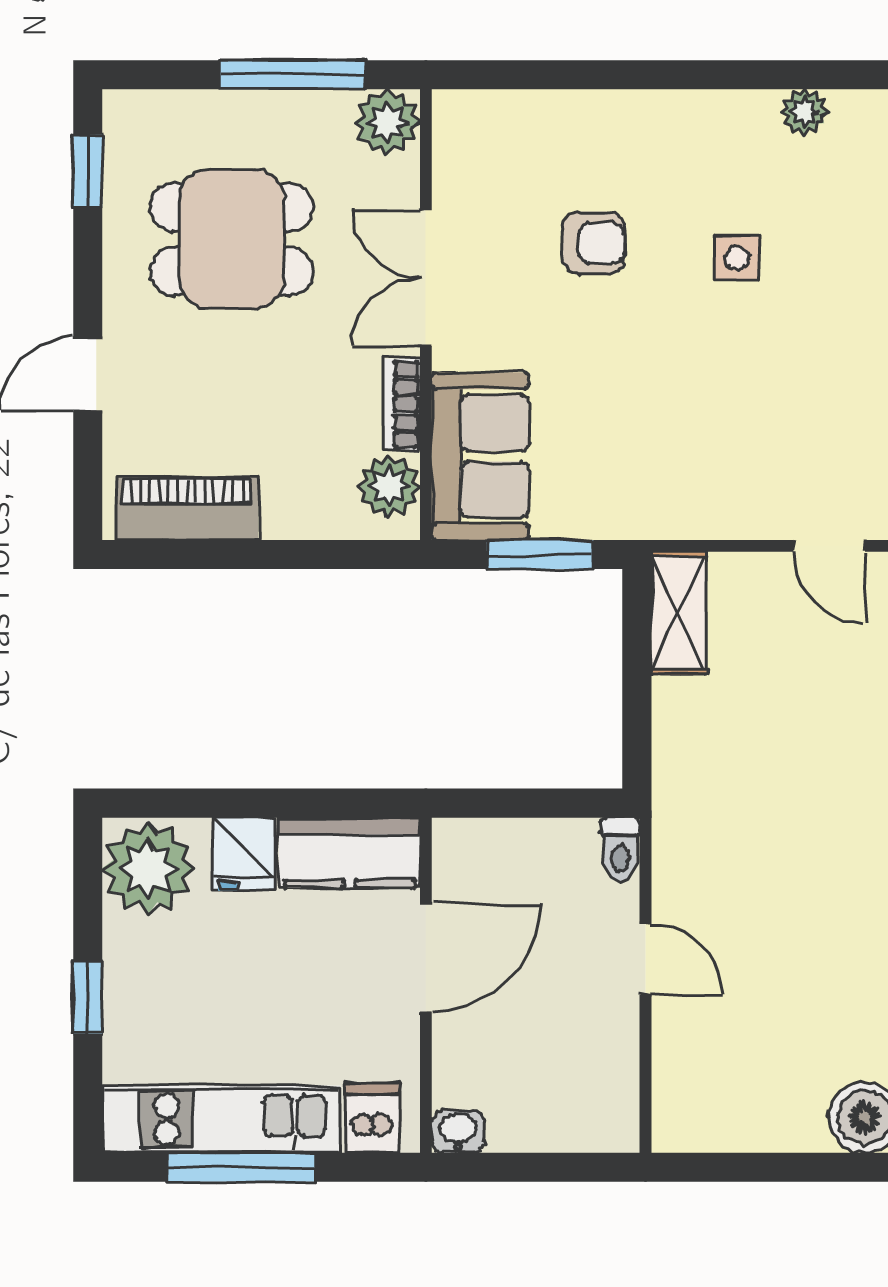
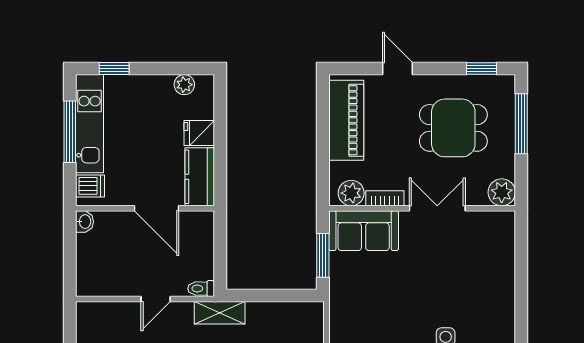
window: (292, 75) -> (521, 124), moved
dining table: (232, 239) -> (453, 128), turned 90
armchair: (593, 243) -> (452, 278), removed
piano: (187, 508) -> (346, 120), width x1.37, depth x1.33
shelving: (679, 613) -> (220, 313), moved
plant: (148, 868) -> (184, 85), width x0.53, depth x0.53
window: (88, 997) -> (114, 69), moved

